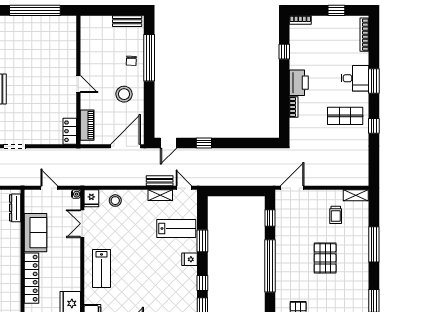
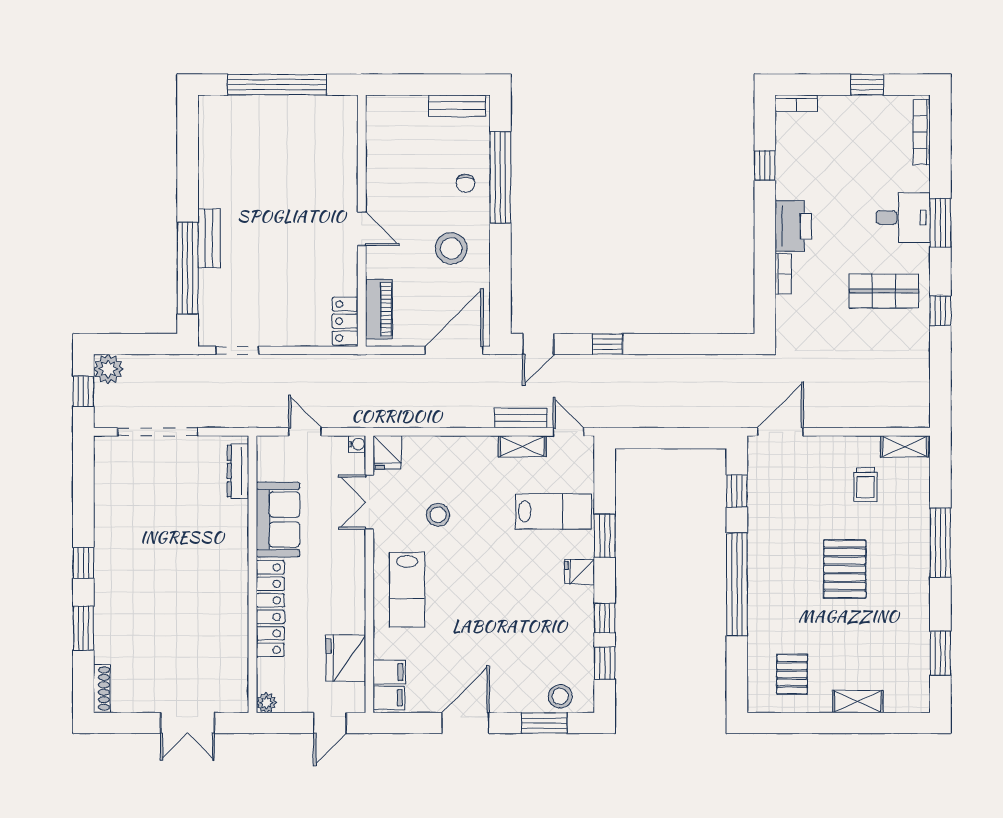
stool: (115, 201) -> (438, 515), moved

